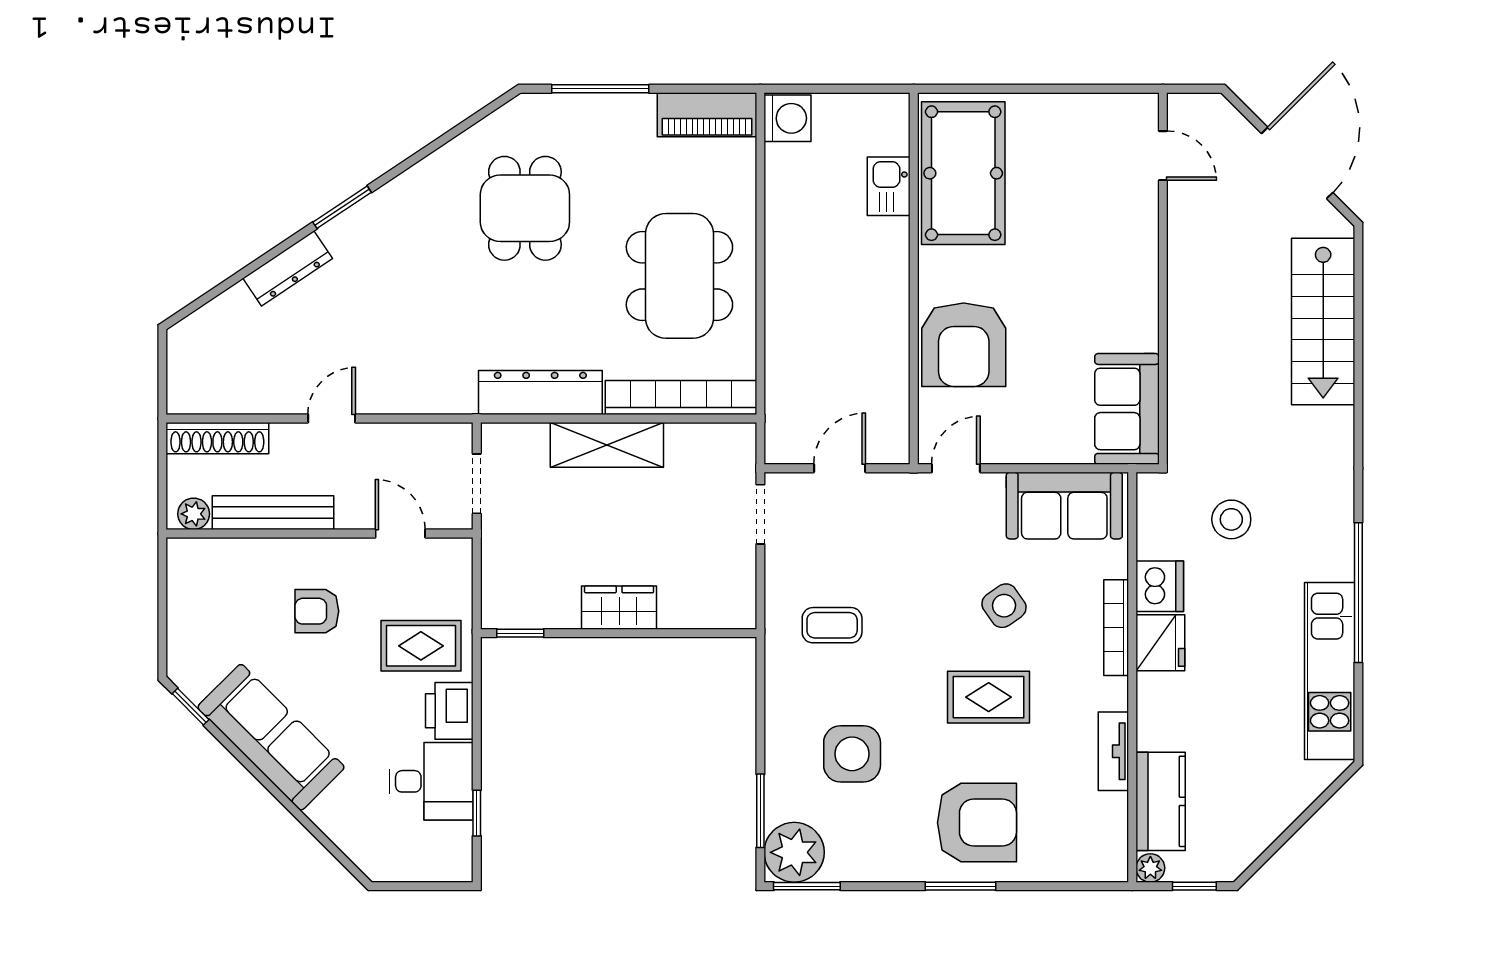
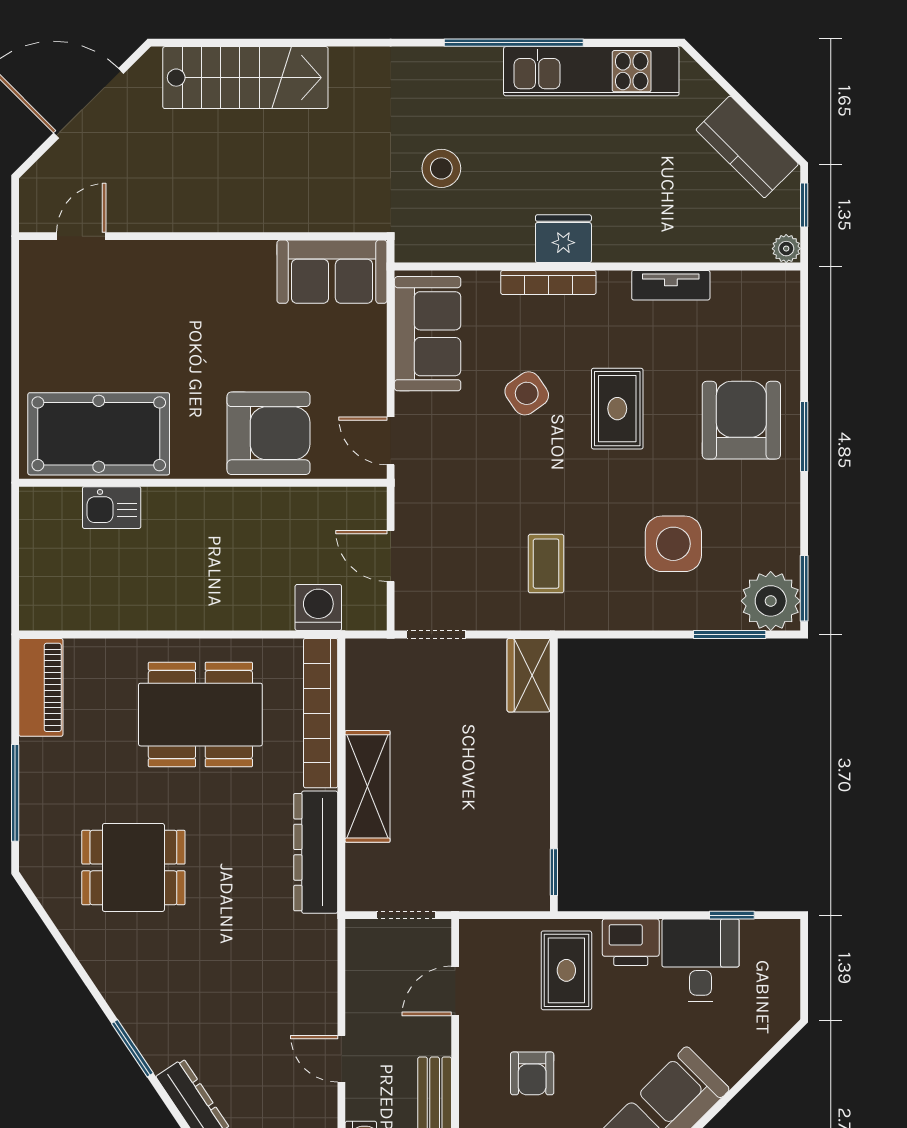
washing machine: (788, 118) -> (318, 608), moved
dishwasher: (1160, 586) -> (507, 239), removed
wardrobe: (619, 608) -> (529, 675), moved
kitchen counter: (1161, 801) -> (747, 147), moved, turned -135

